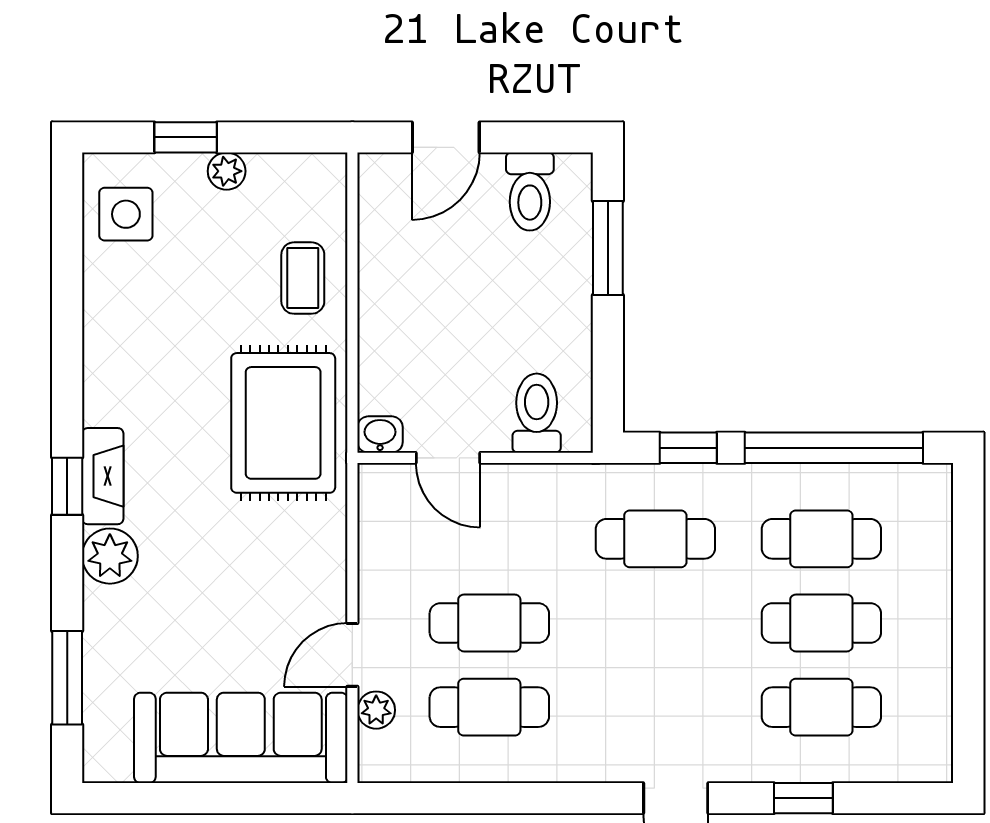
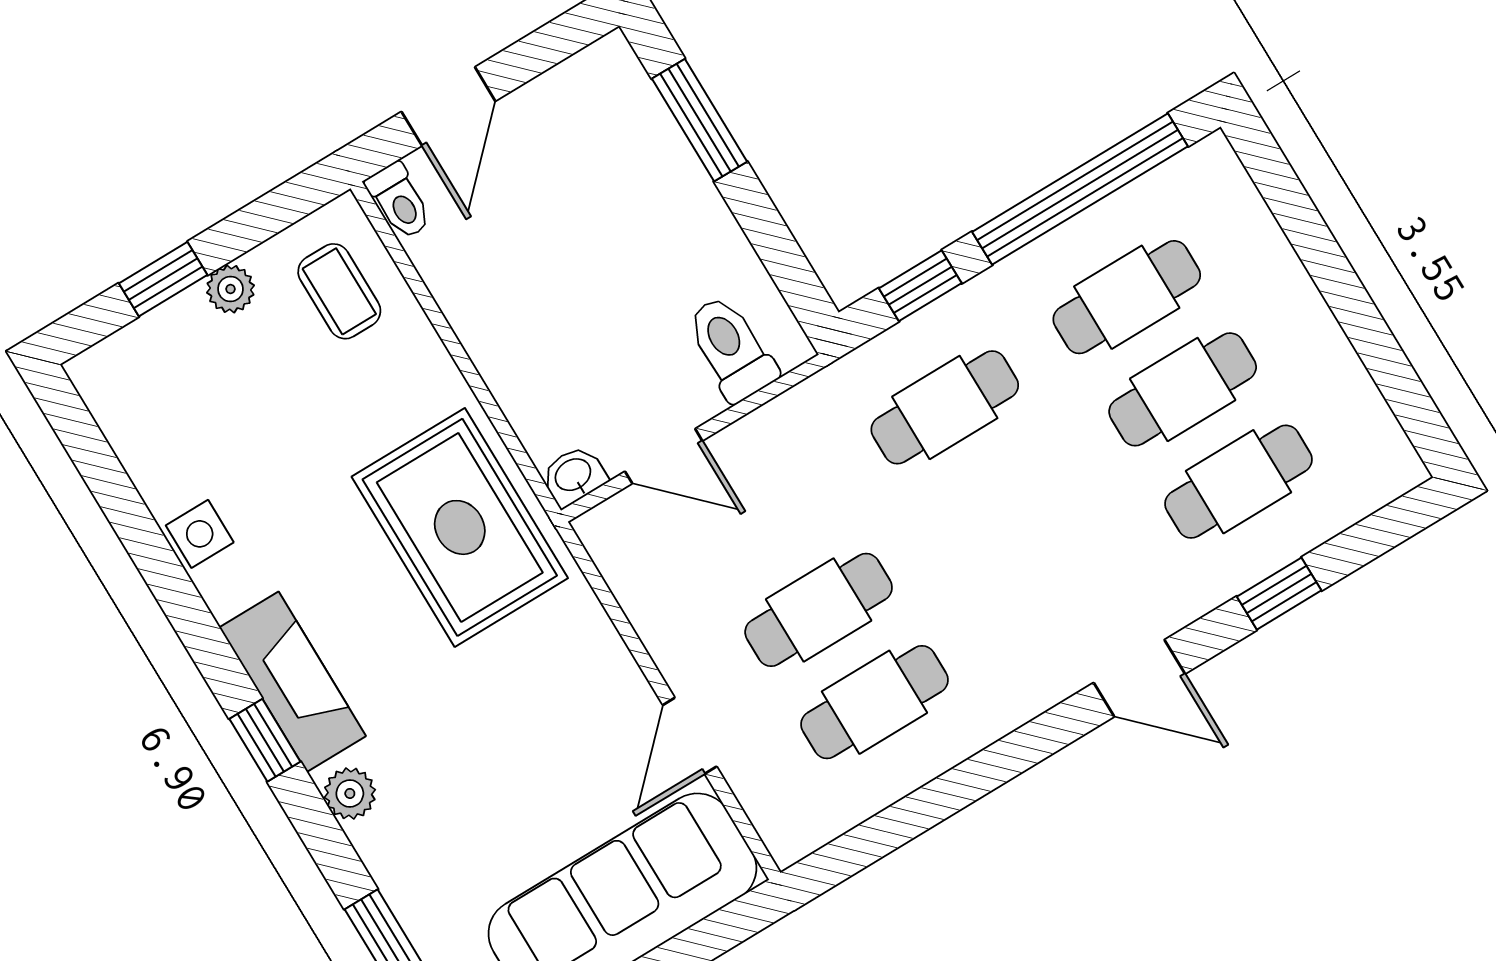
toilet: (530, 192) -> (399, 201), moved, width x0.73, depth x0.72
side table: (126, 214) -> (200, 534), moved, width x0.73, depth x0.73
coffee table: (303, 278) -> (339, 291), moved
fireplace: (103, 476) -> (293, 682), width x1.37, depth x1.32
plant: (110, 556) -> (350, 793), width x0.73, depth x0.73
plant: (376, 710) -> (752, 780), removed

